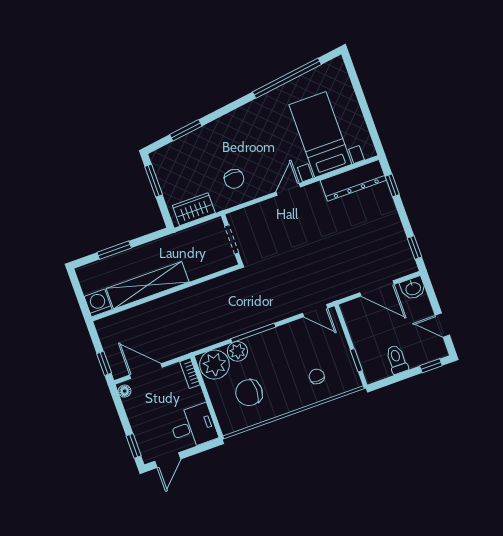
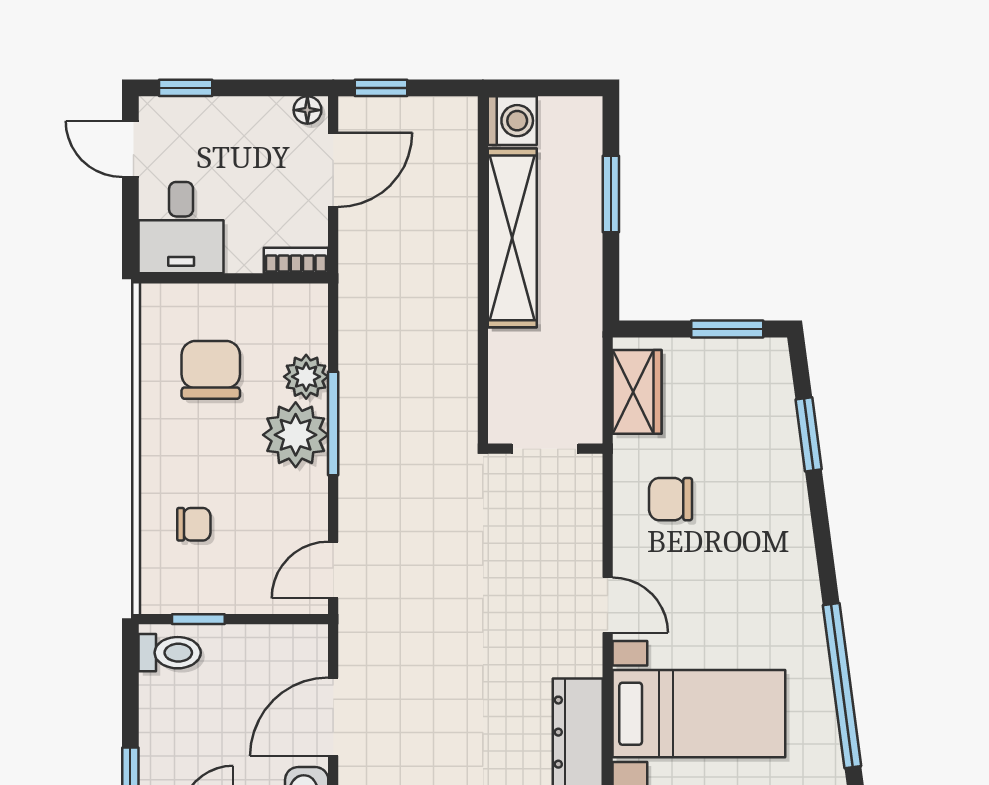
toilet: (397, 359) -> (170, 653), moved
plant: (214, 365) -> (296, 435), moved

